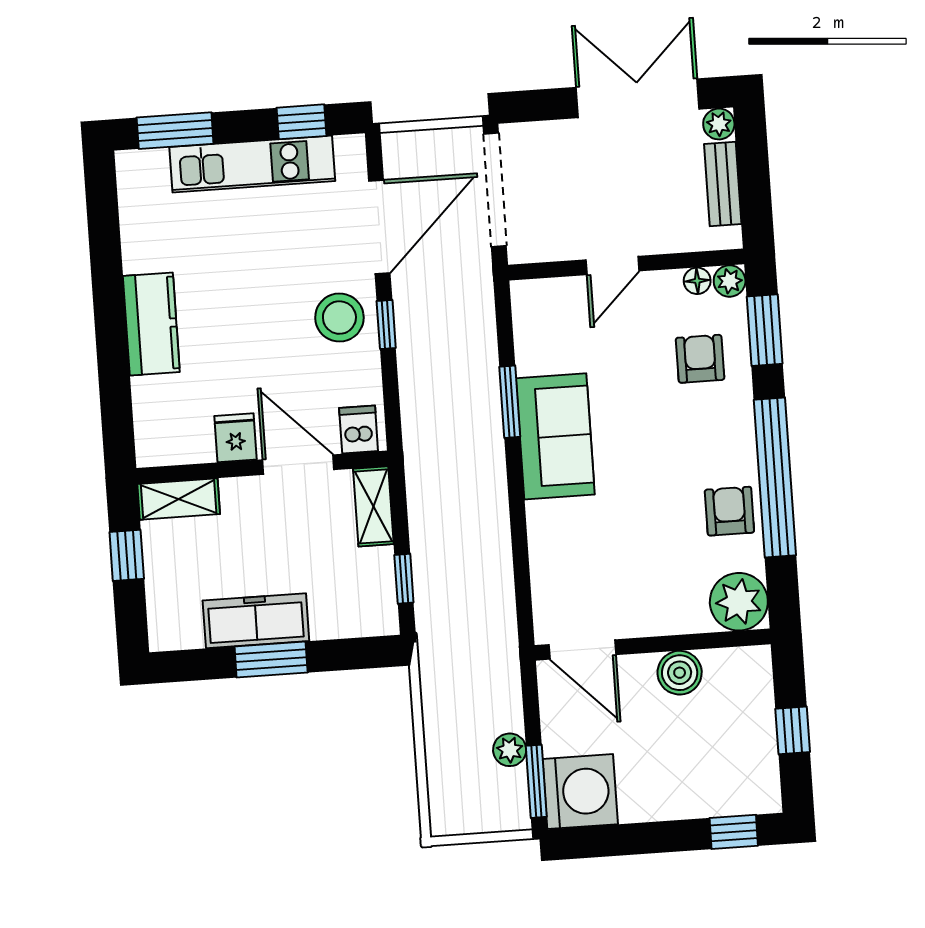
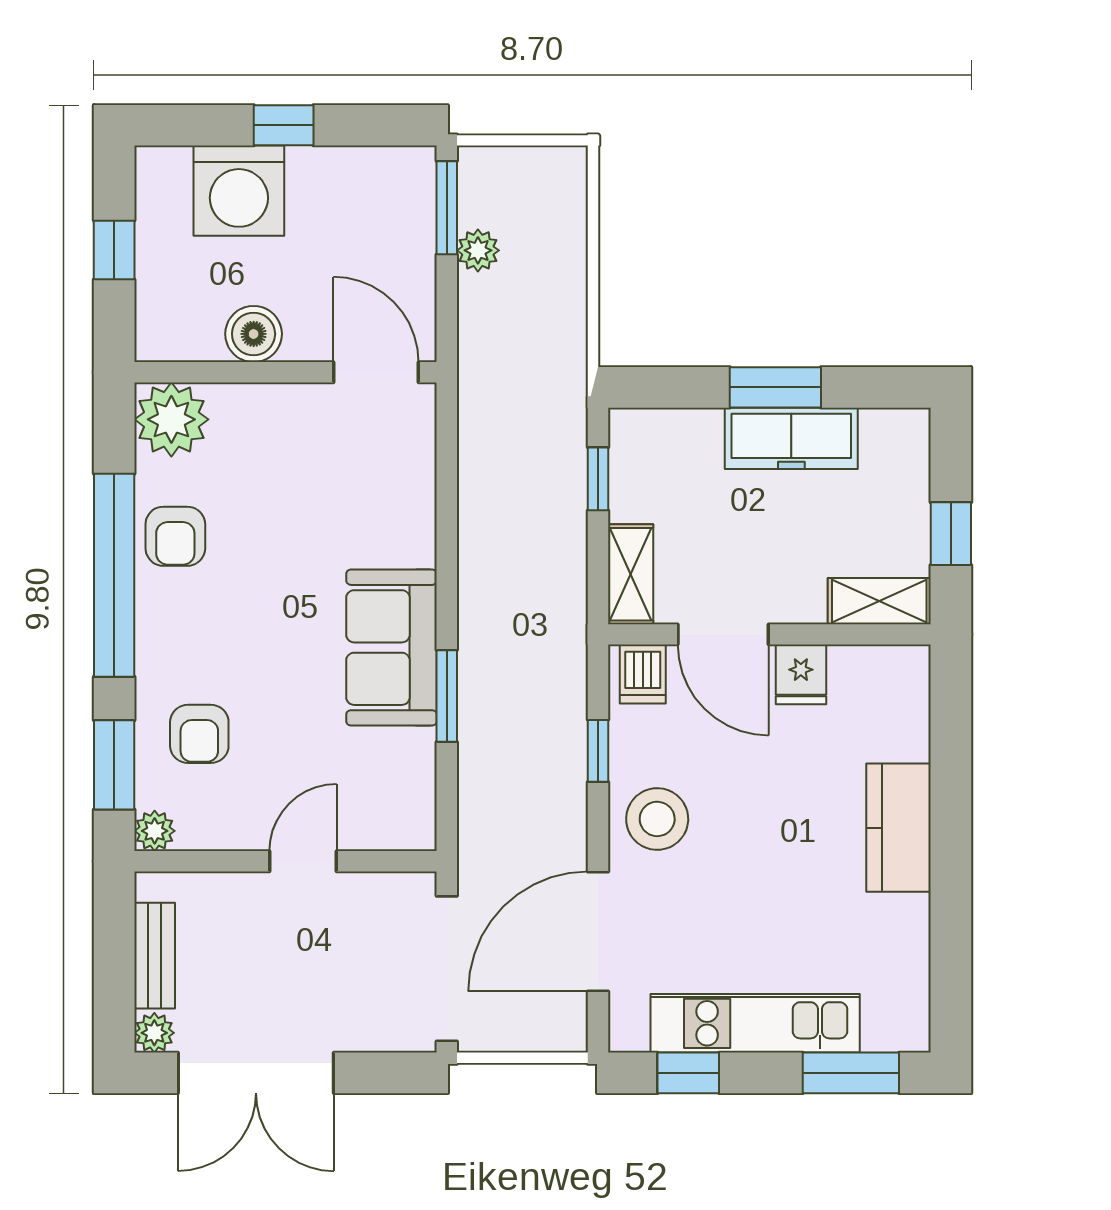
floor lamp: (697, 281) -> (196, 834), removed
window: (386, 324) -> (598, 751), moved
washing machine: (580, 792) -> (239, 191), moved, turned -90
window: (734, 832) -> (284, 125), moved

